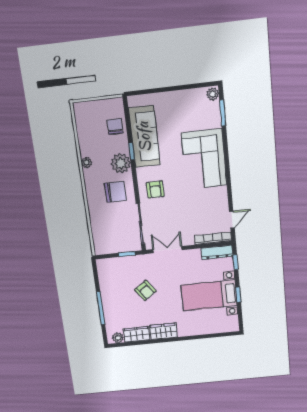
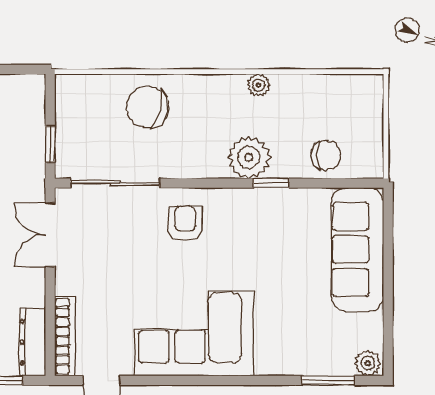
sofa: (144, 137) -> (357, 249), moved, turned 90
corner sofa: (204, 159) -> (194, 333), moved
armchair: (155, 189) -> (185, 223), turned 90
chair: (115, 192) -> (148, 107), moved, turned 103
double door: (167, 250) -> (50, 235), swing flipped

